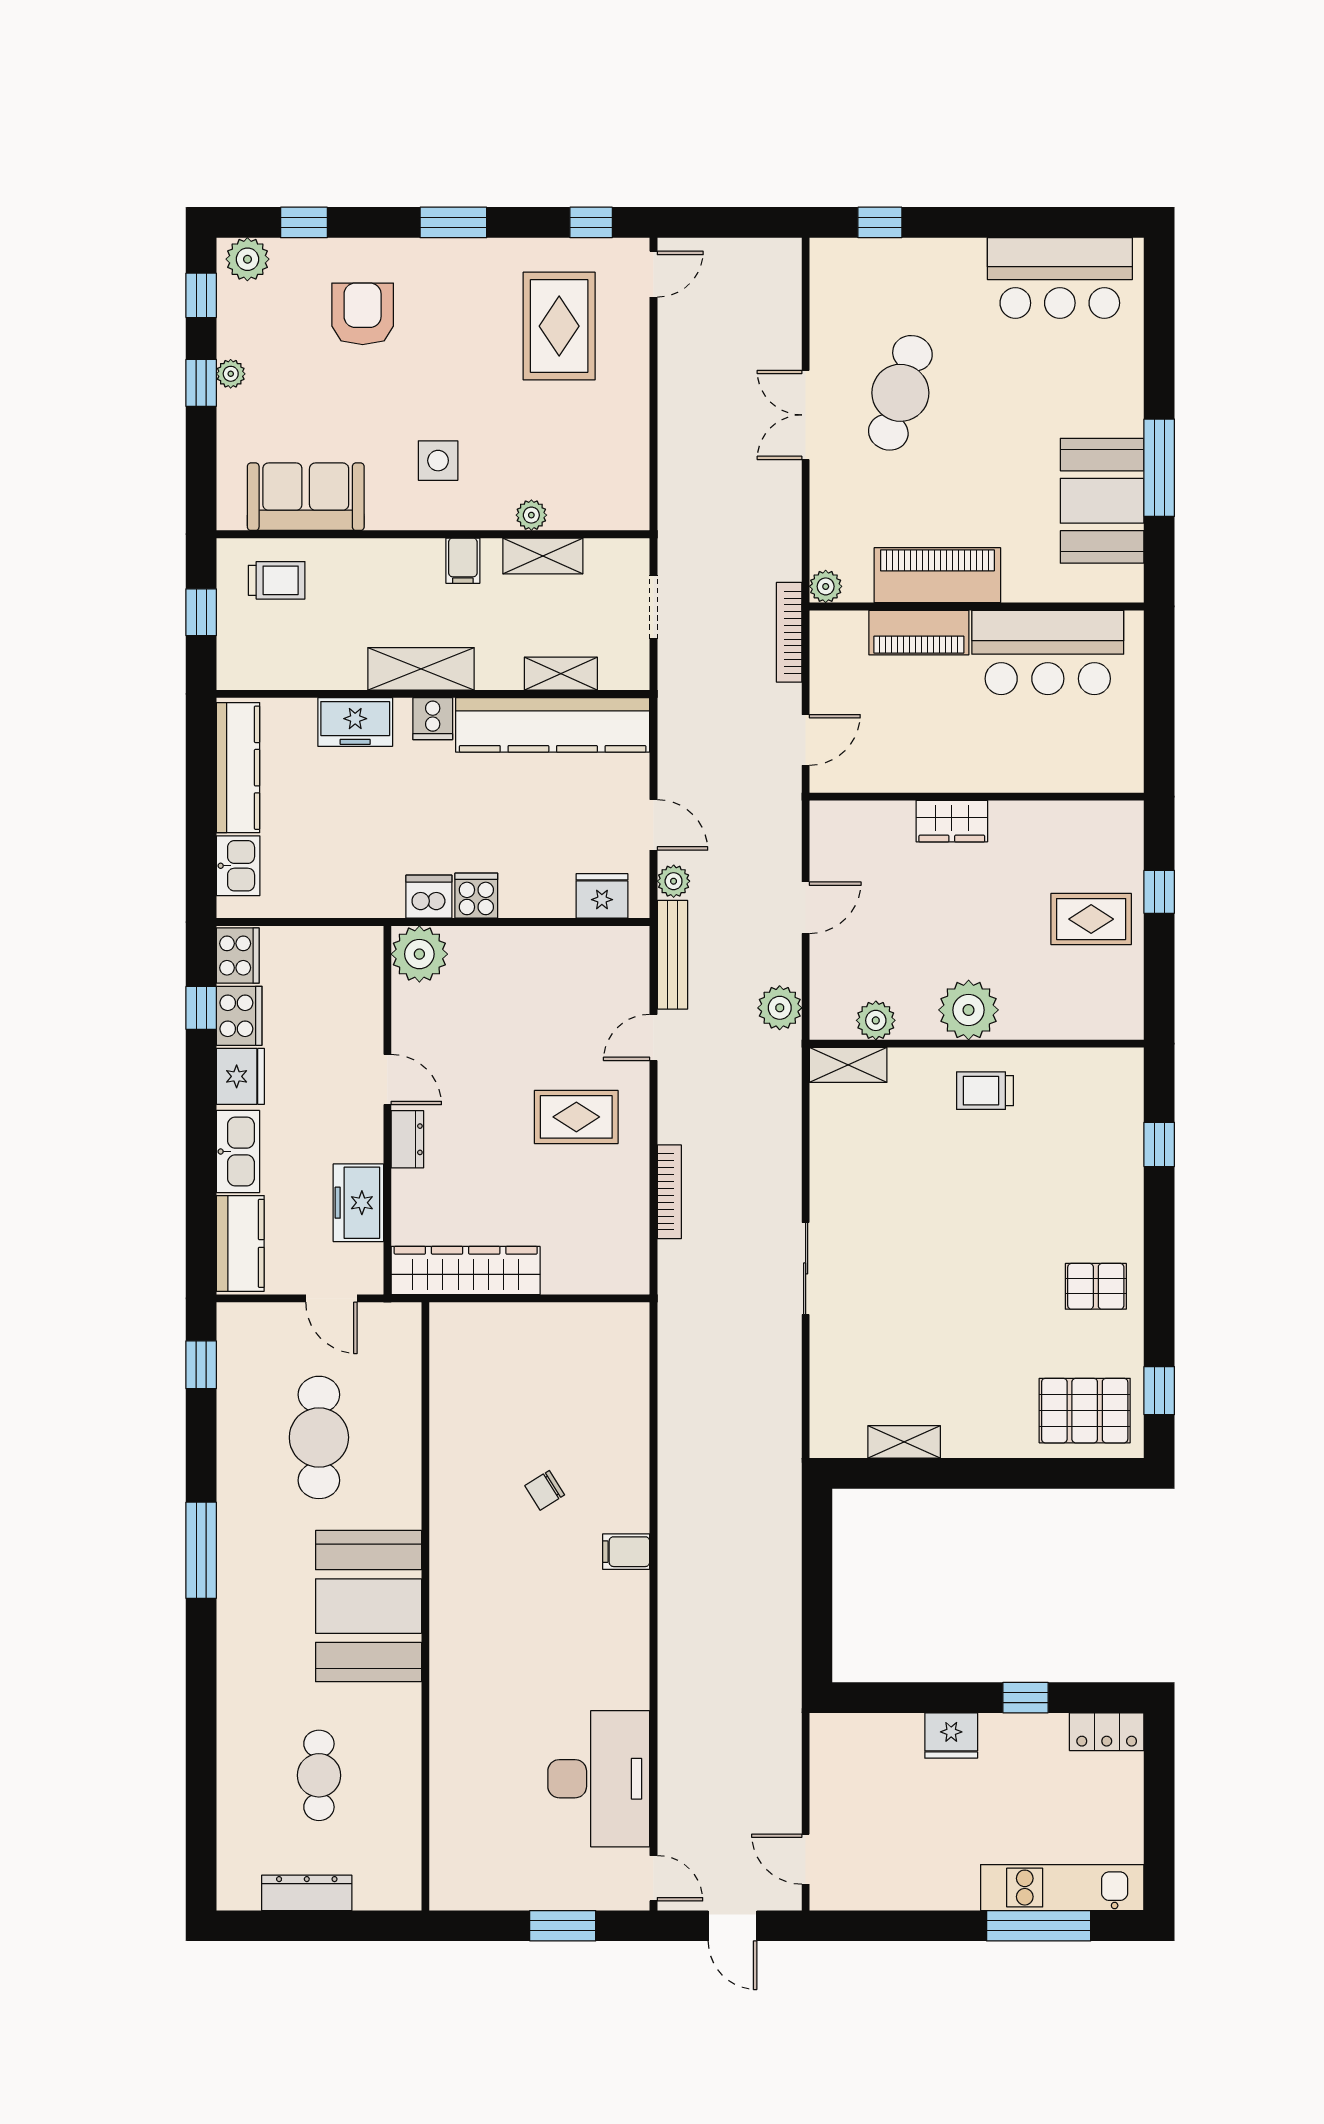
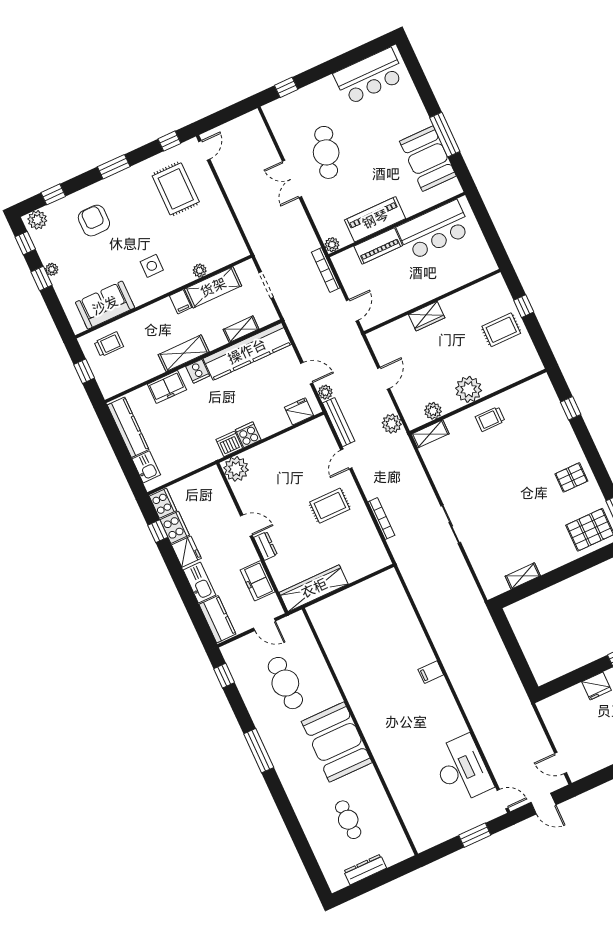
shelving: (543, 556) -> (213, 287), width x1.50, depth x1.33
chair: (545, 1490) -> (386, 662), removed

